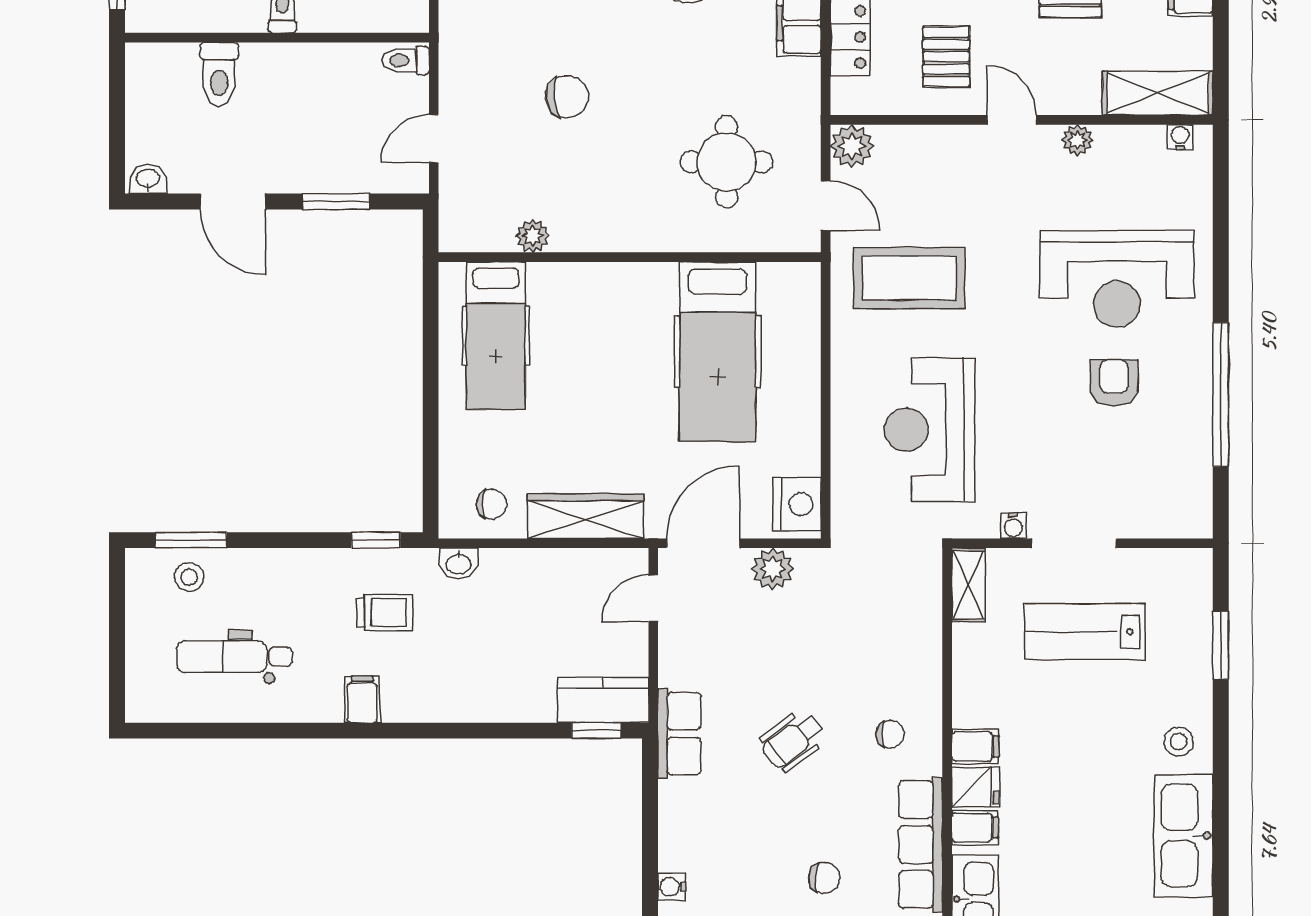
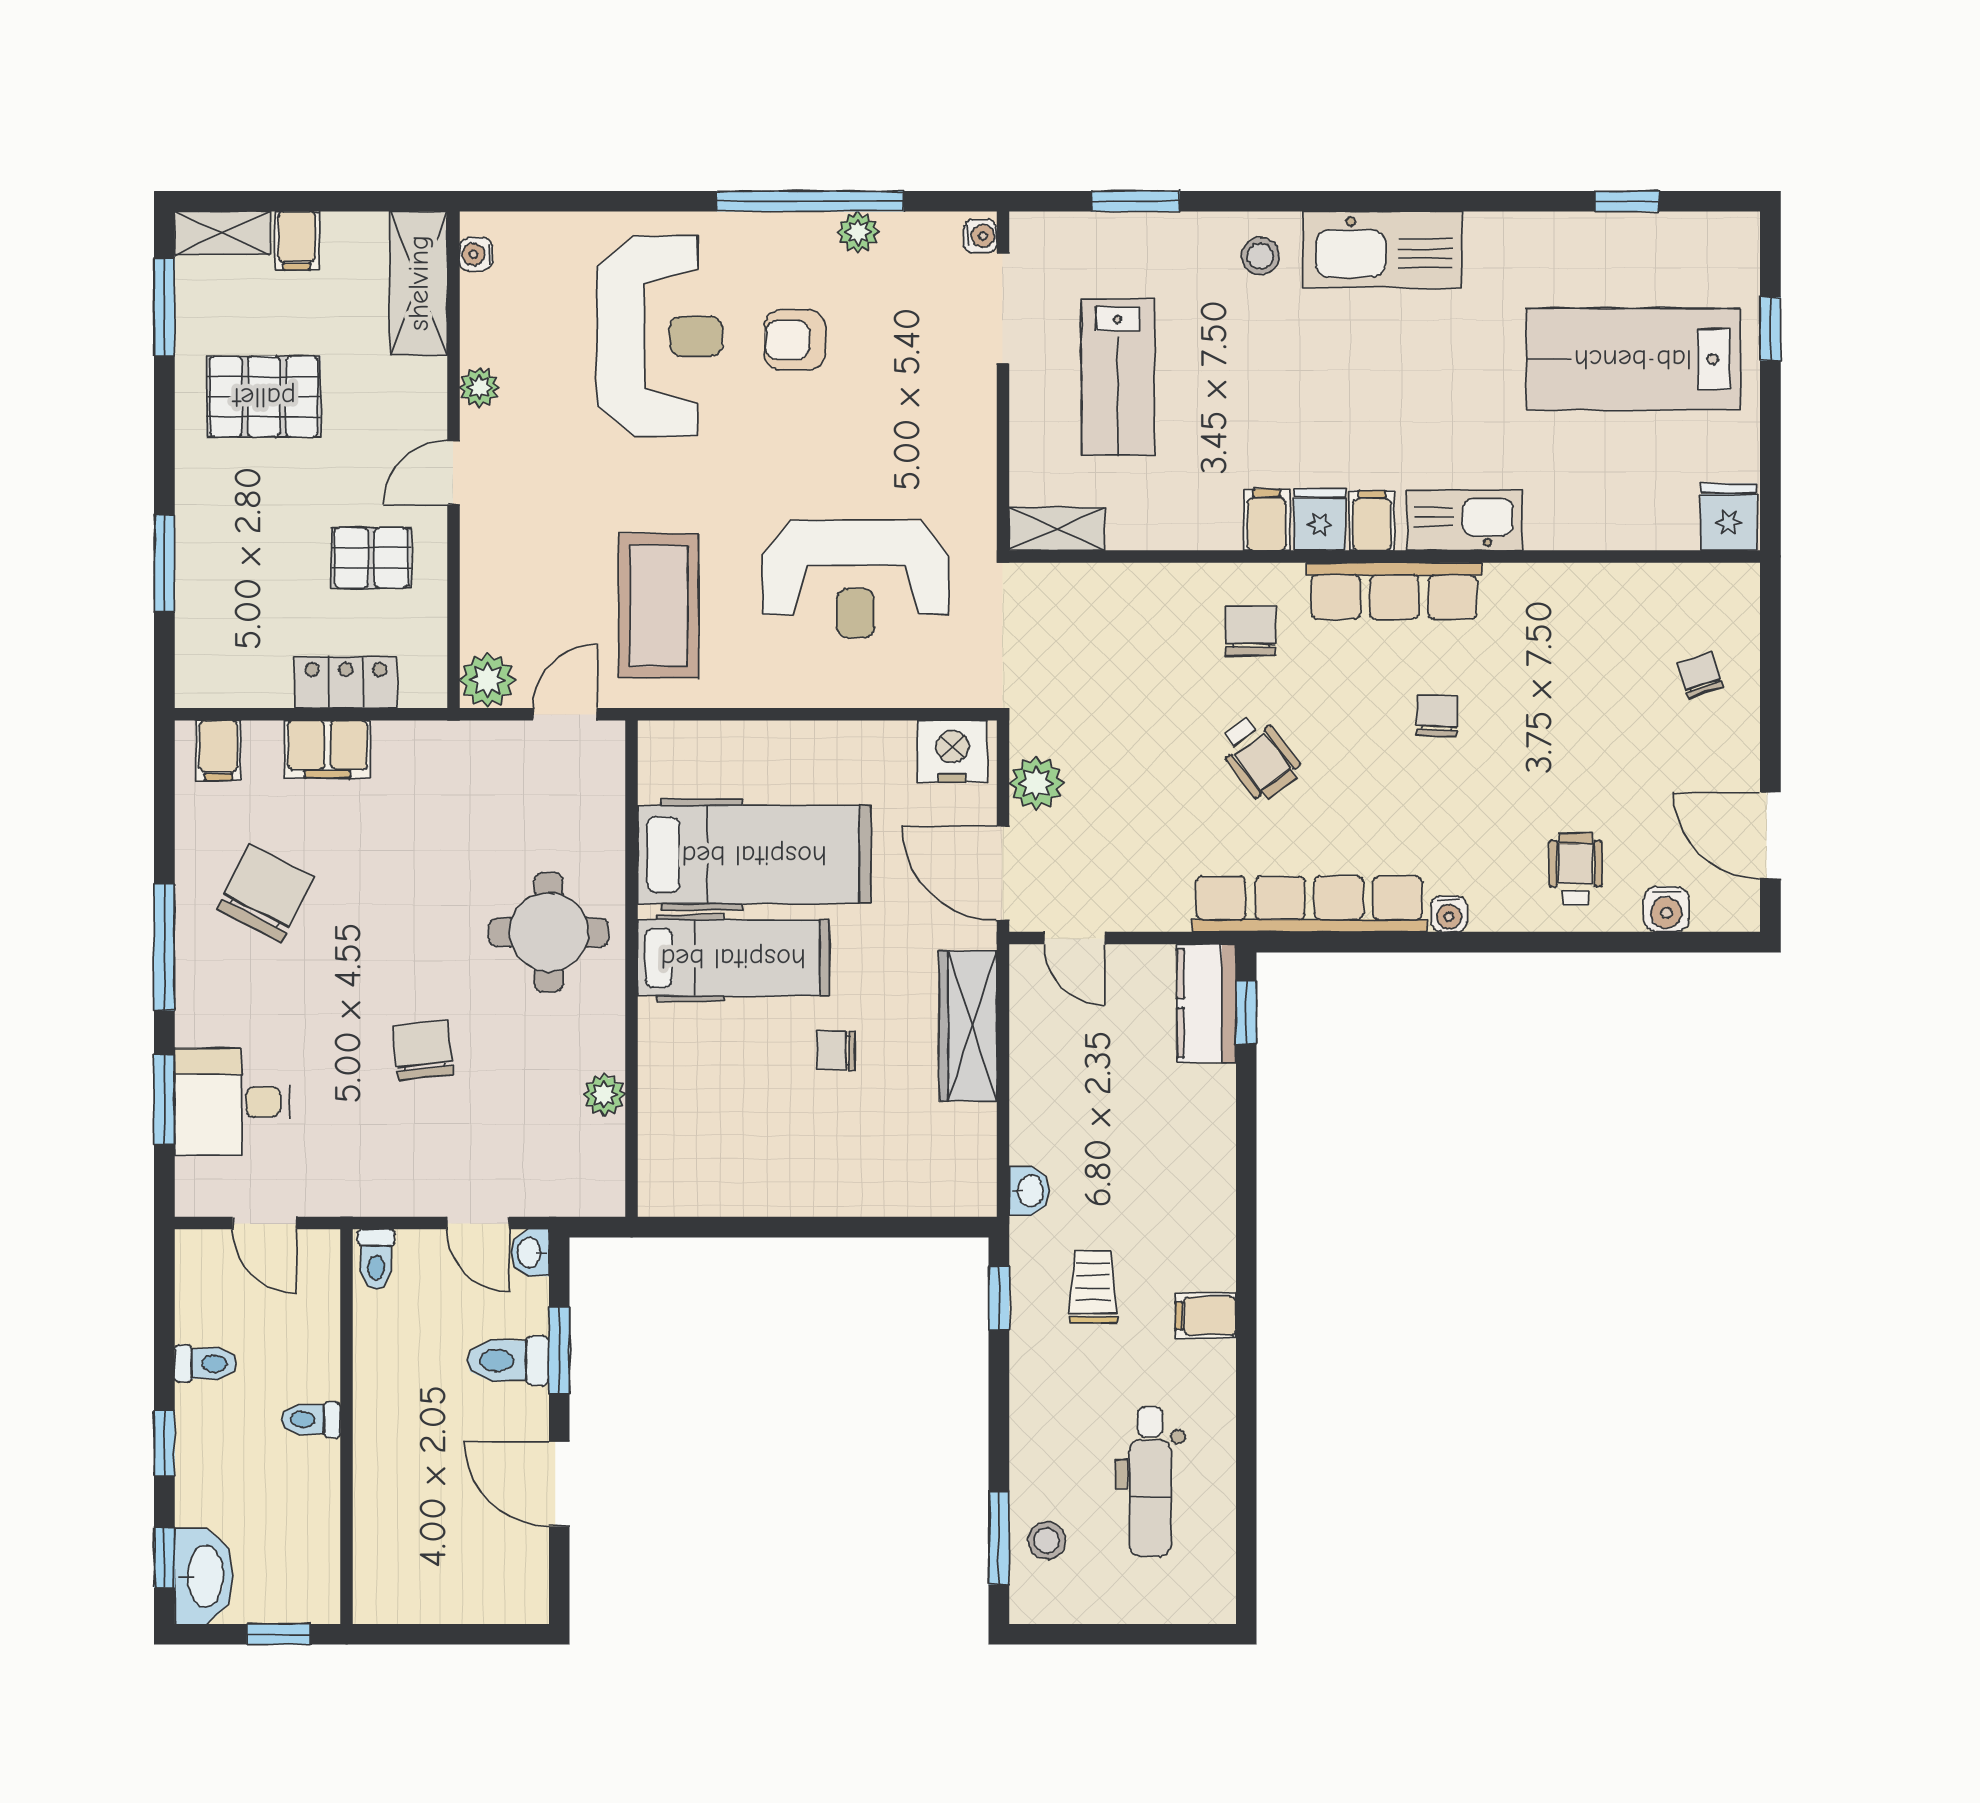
toilet: (219, 74) -> (508, 1361), moved, turned 180
round table: (727, 162) -> (549, 932), moved
washbasin: (148, 179) -> (530, 1253), moved
door: (233, 201) -> (559, 1484), swing flipped
hospital bed: (496, 336) -> (733, 958), moved
plant: (1197, 432) -> (858, 232), added
chair: (492, 504) -> (836, 1050), moved, turned -90
water cooler: (1013, 526) -> (980, 236), moved
doorway: (1074, 543) -> (1003, 308), moved
row of seats: (679, 734) -> (1309, 904), width x2.02
chair: (890, 734) -> (1251, 631), width x1.37, depth x1.37

